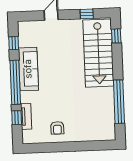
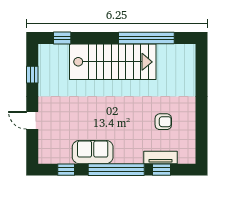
stairs: (98, 53) -> (113, 62), moved
sofa: (28, 69) -> (93, 152), width x0.73
armchair: (57, 128) -> (163, 122), moved

